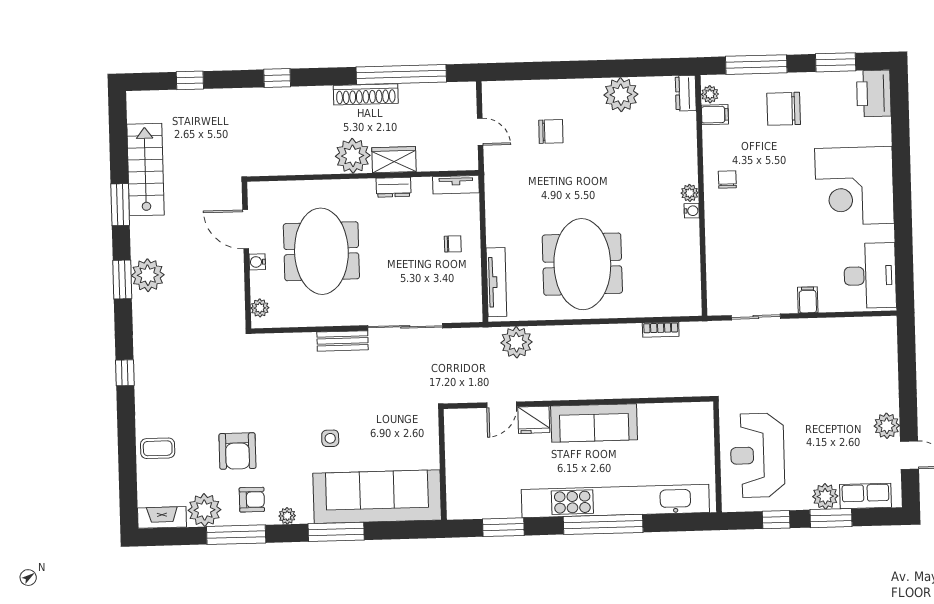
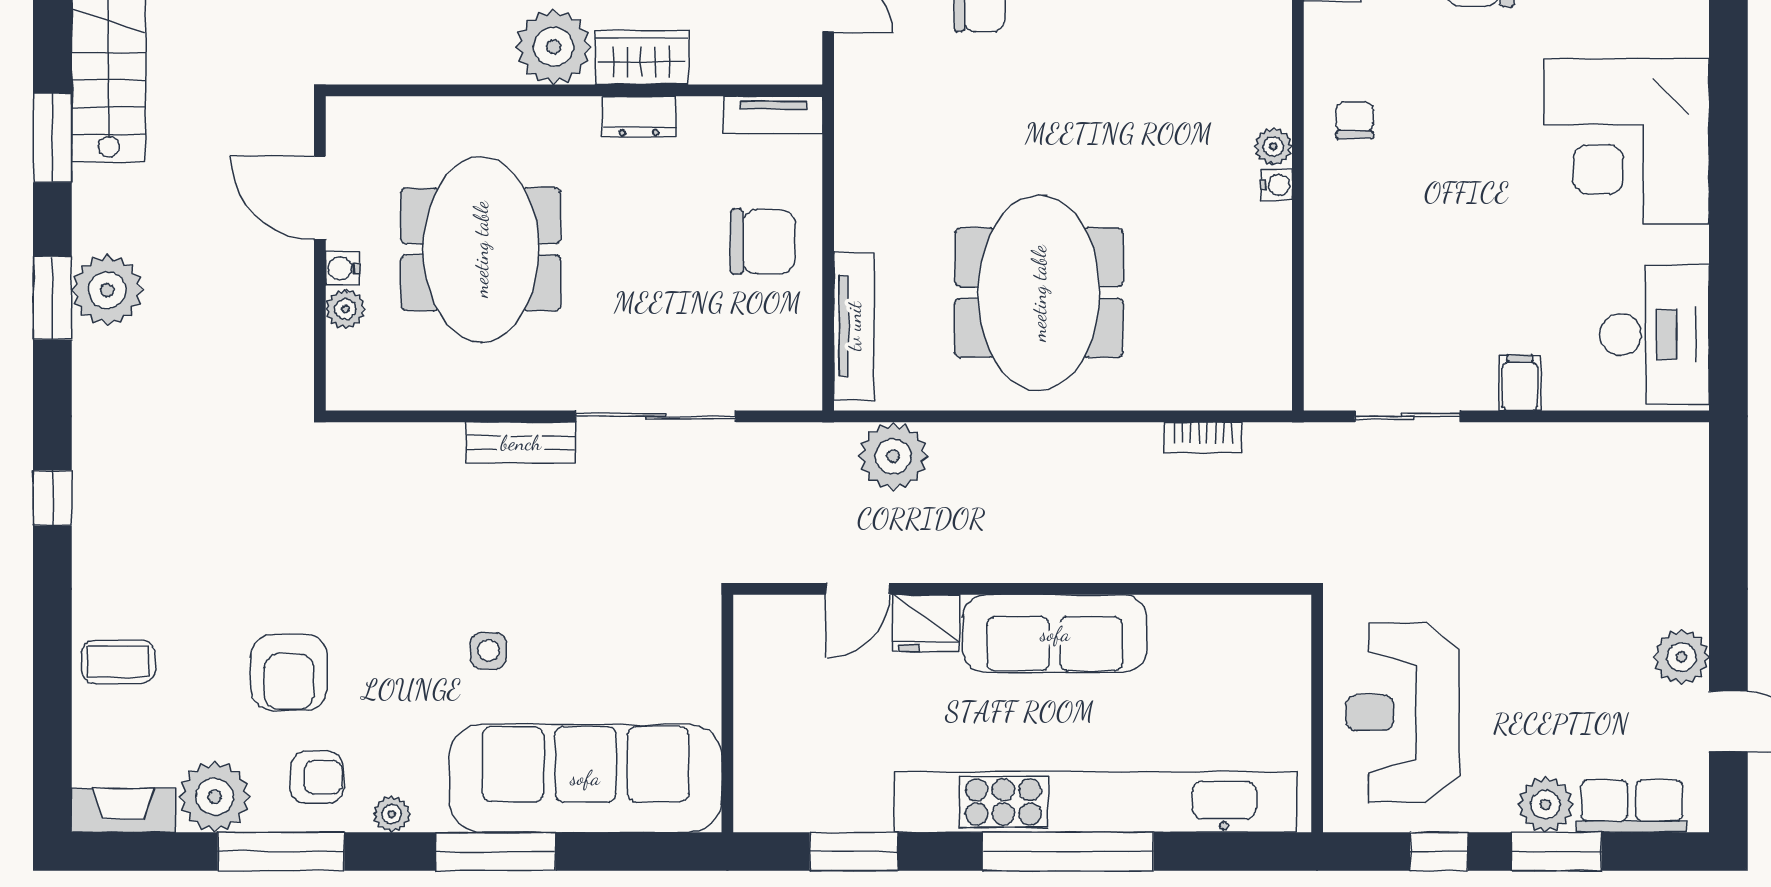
chair: (453, 244) -> (763, 242), width x1.87, depth x1.87
plant: (260, 308) -> (345, 309), moved

